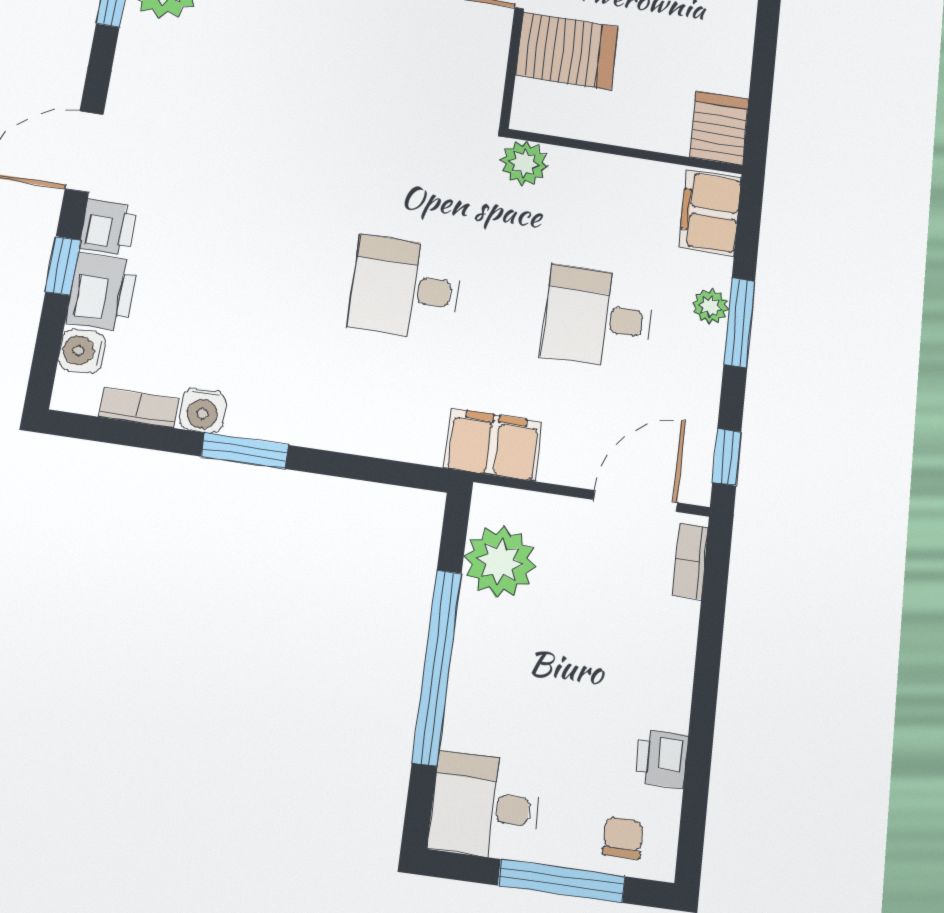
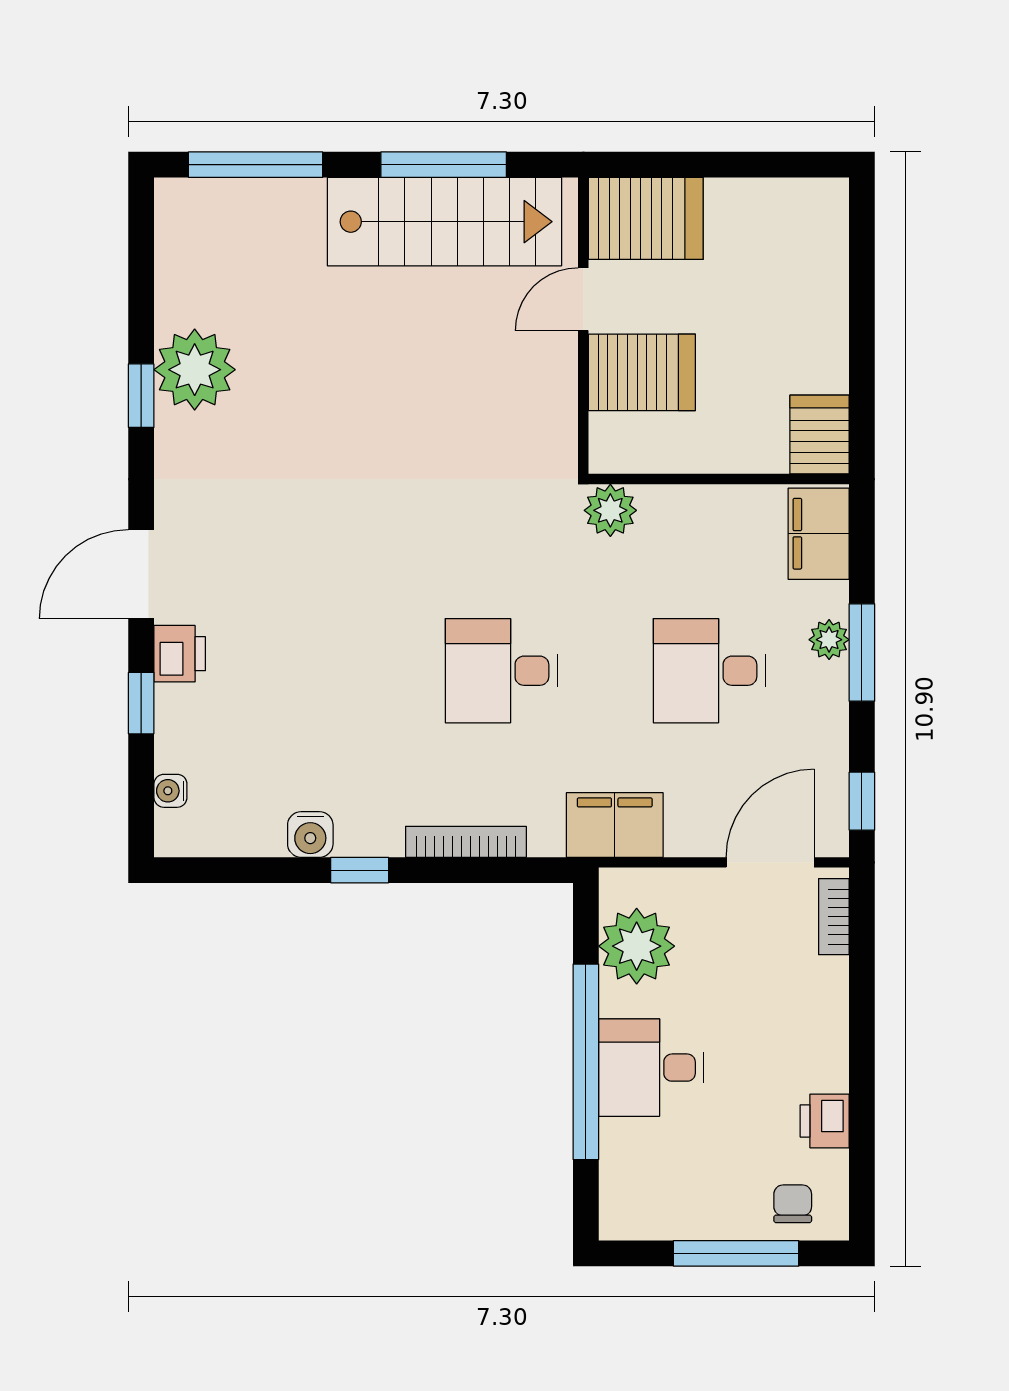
printer: (102, 292) -> (186, 725), removed
water cooler: (82, 351) -> (170, 791), width x0.72, depth x0.72
bookcase: (139, 408) -> (466, 842), moved, width x1.56
window: (245, 451) -> (360, 870), width x0.67
desk: (485, 806) -> (651, 1068), moved

